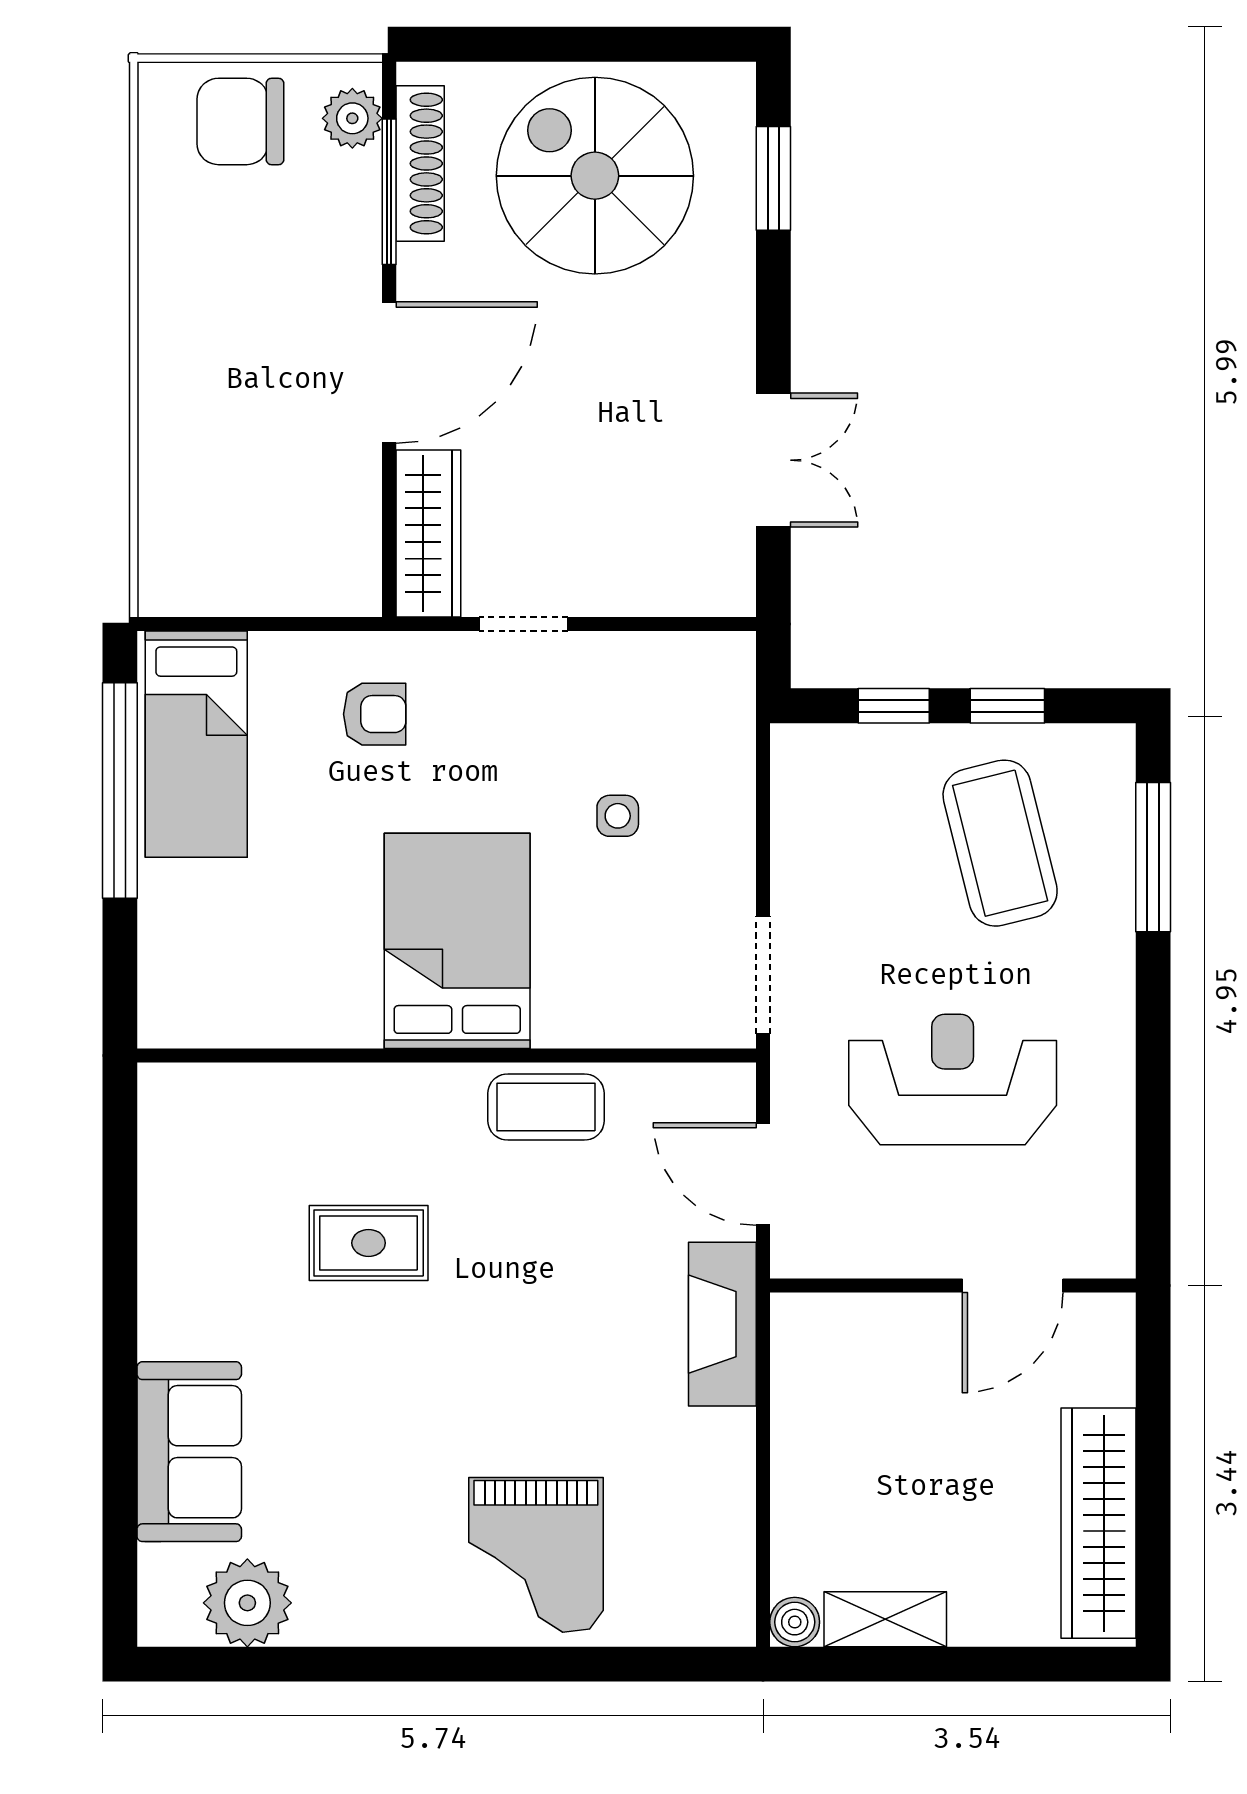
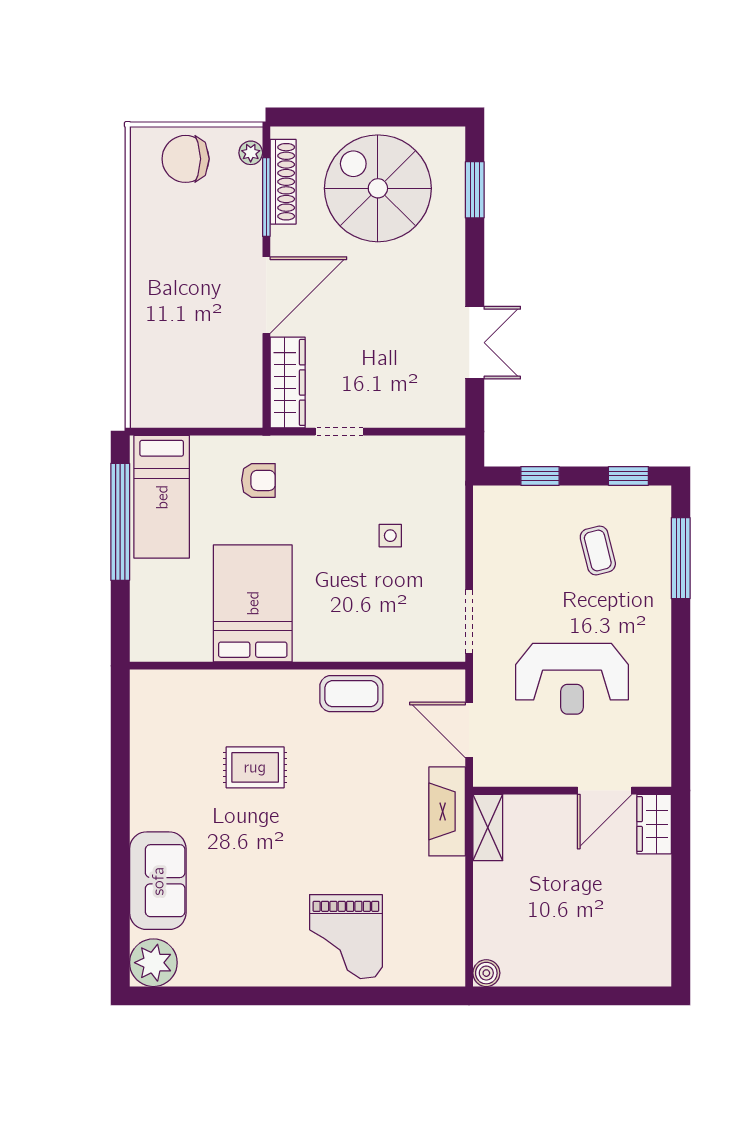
plant: (352, 118) -> (251, 153), width x0.73, depth x0.73
window: (1007, 706) -> (628, 476), moved
coffee table: (1000, 843) -> (598, 550), width x0.54, depth x0.58
bed: (457, 941) -> (253, 603), moved
reception desk: (953, 1080) -> (572, 679), turned 180
wardrobe: (1098, 1523) -> (654, 824), moved, width x0.48, depth x0.85
plant: (247, 1603) -> (153, 963), moved
shelving: (885, 1619) -> (488, 827), moved, turned 90

